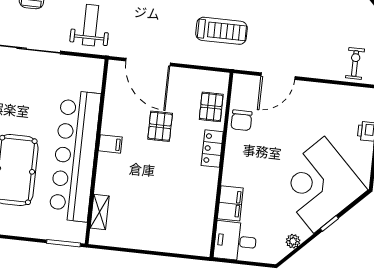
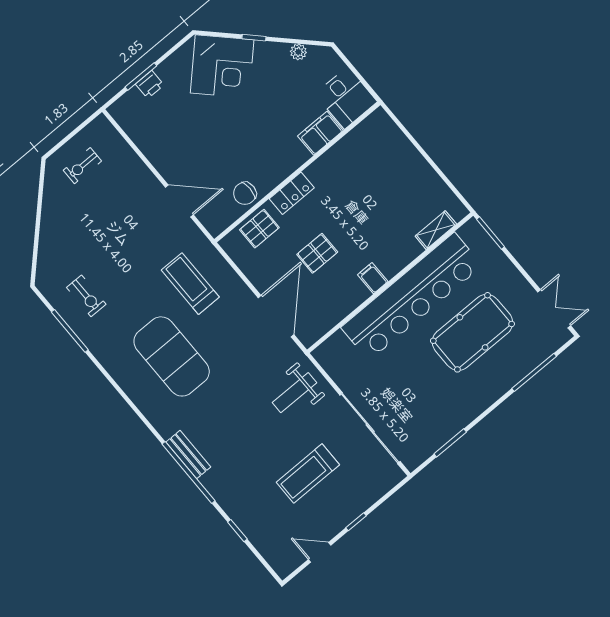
exercise bike: (355, 63) -> (82, 166), moved
chair: (241, 120) -> (245, 193), turned 180
corner desk: (319, 185) -> (222, 66), width x0.74, depth x0.74

